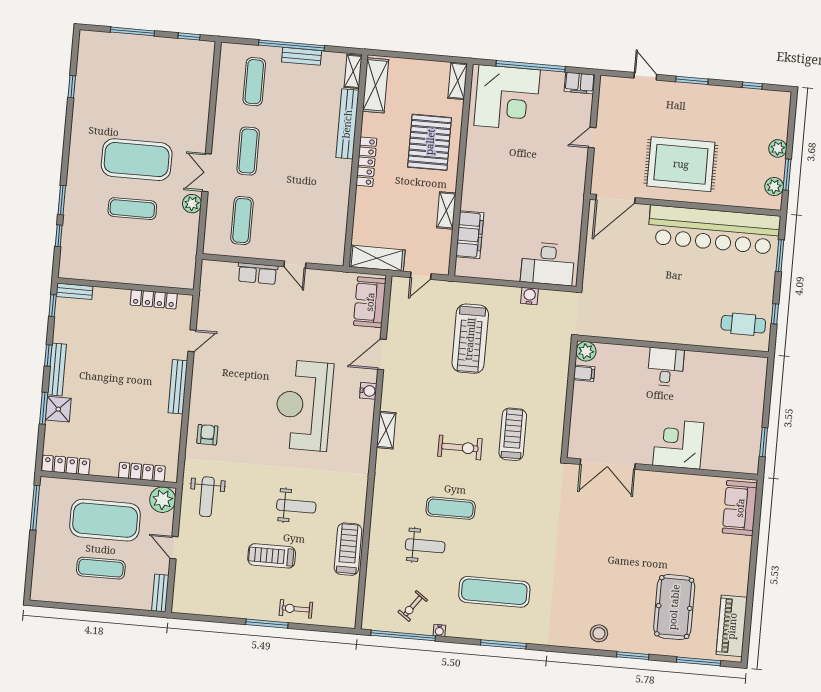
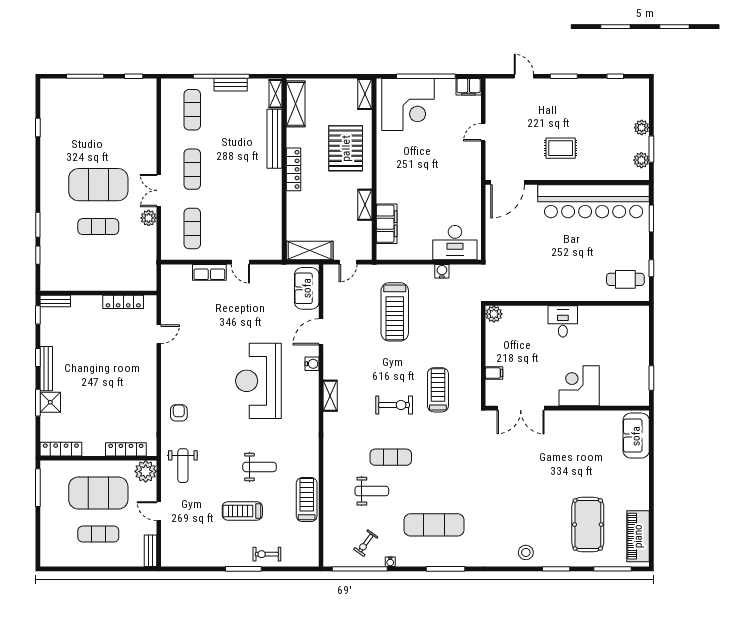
rug: (681, 164) -> (561, 148), width x0.54, depth x0.49
filing cabinet: (584, 373) -> (494, 373), moved
bench: (178, 387) -> (150, 374), removed

